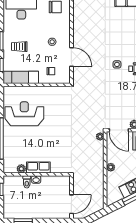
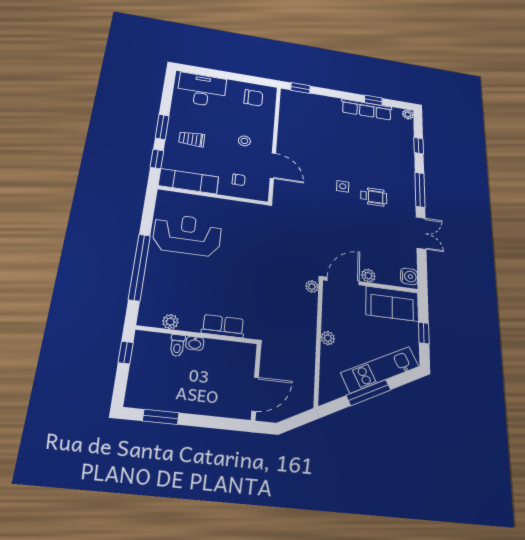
door: (119, 130) -> (343, 281), swing flipped
row of seats: (38, 168) -> (223, 326), moved

